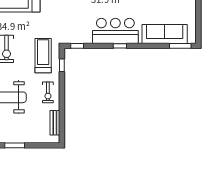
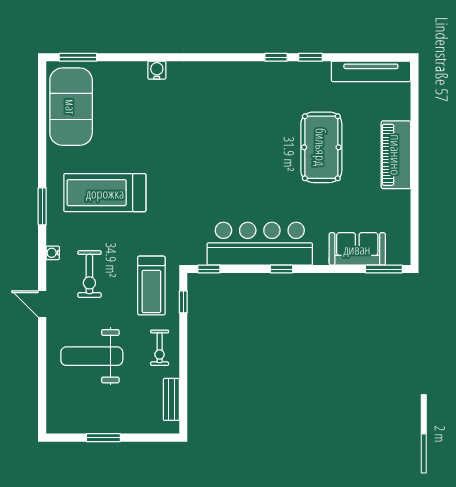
bar counter: (115, 31) -> (260, 244), width x1.36
sofa: (165, 34) -> (357, 249), width x0.73
treadmill: (43, 56) -> (151, 286), turned 180

